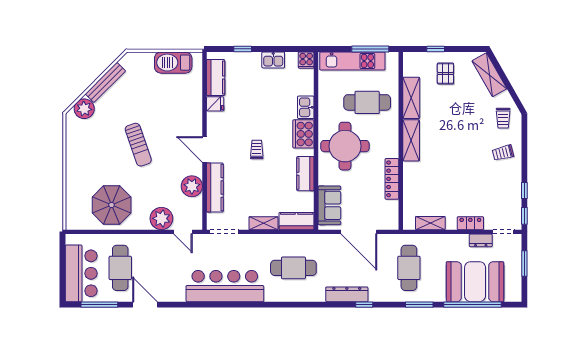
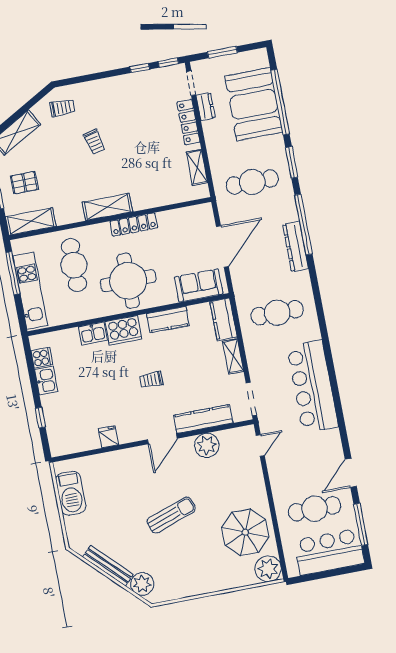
cooker: (306, 60) -> (42, 358), moved
kitchen counter: (216, 78) -> (79, 442), removed
shelving: (411, 98) -> (31, 222), moved
trolley: (503, 153) -> (94, 142), moved
locker: (392, 179) -> (134, 225), moved
plant: (161, 218) -> (268, 569), moved
locker: (470, 223) -> (188, 122), width x1.53
cafe table: (293, 268) -> (277, 313), turned 90
window: (364, 305) -> (303, 225), width x3.17

